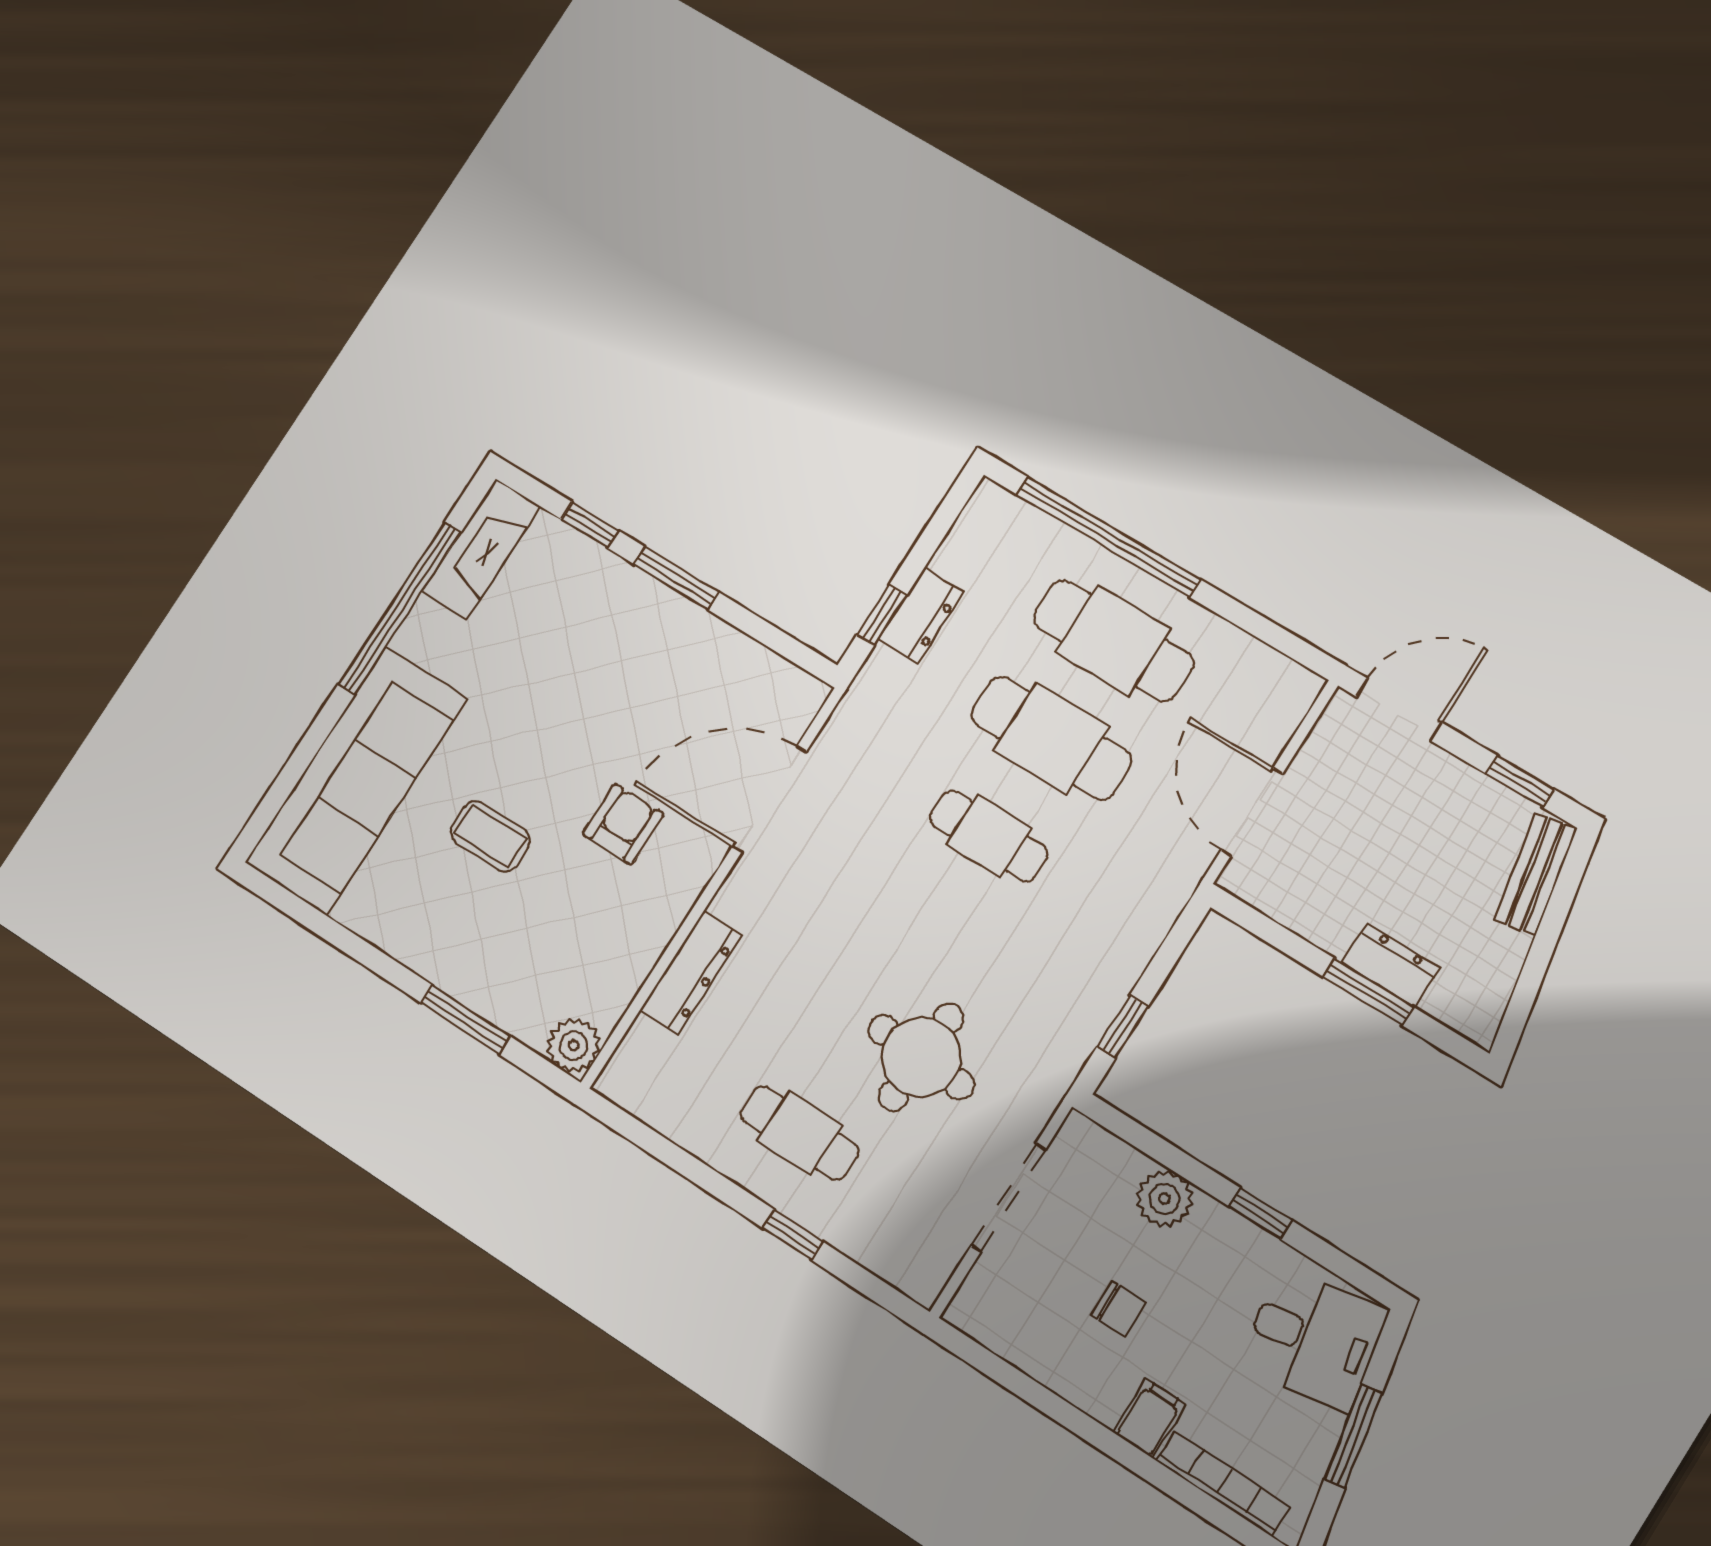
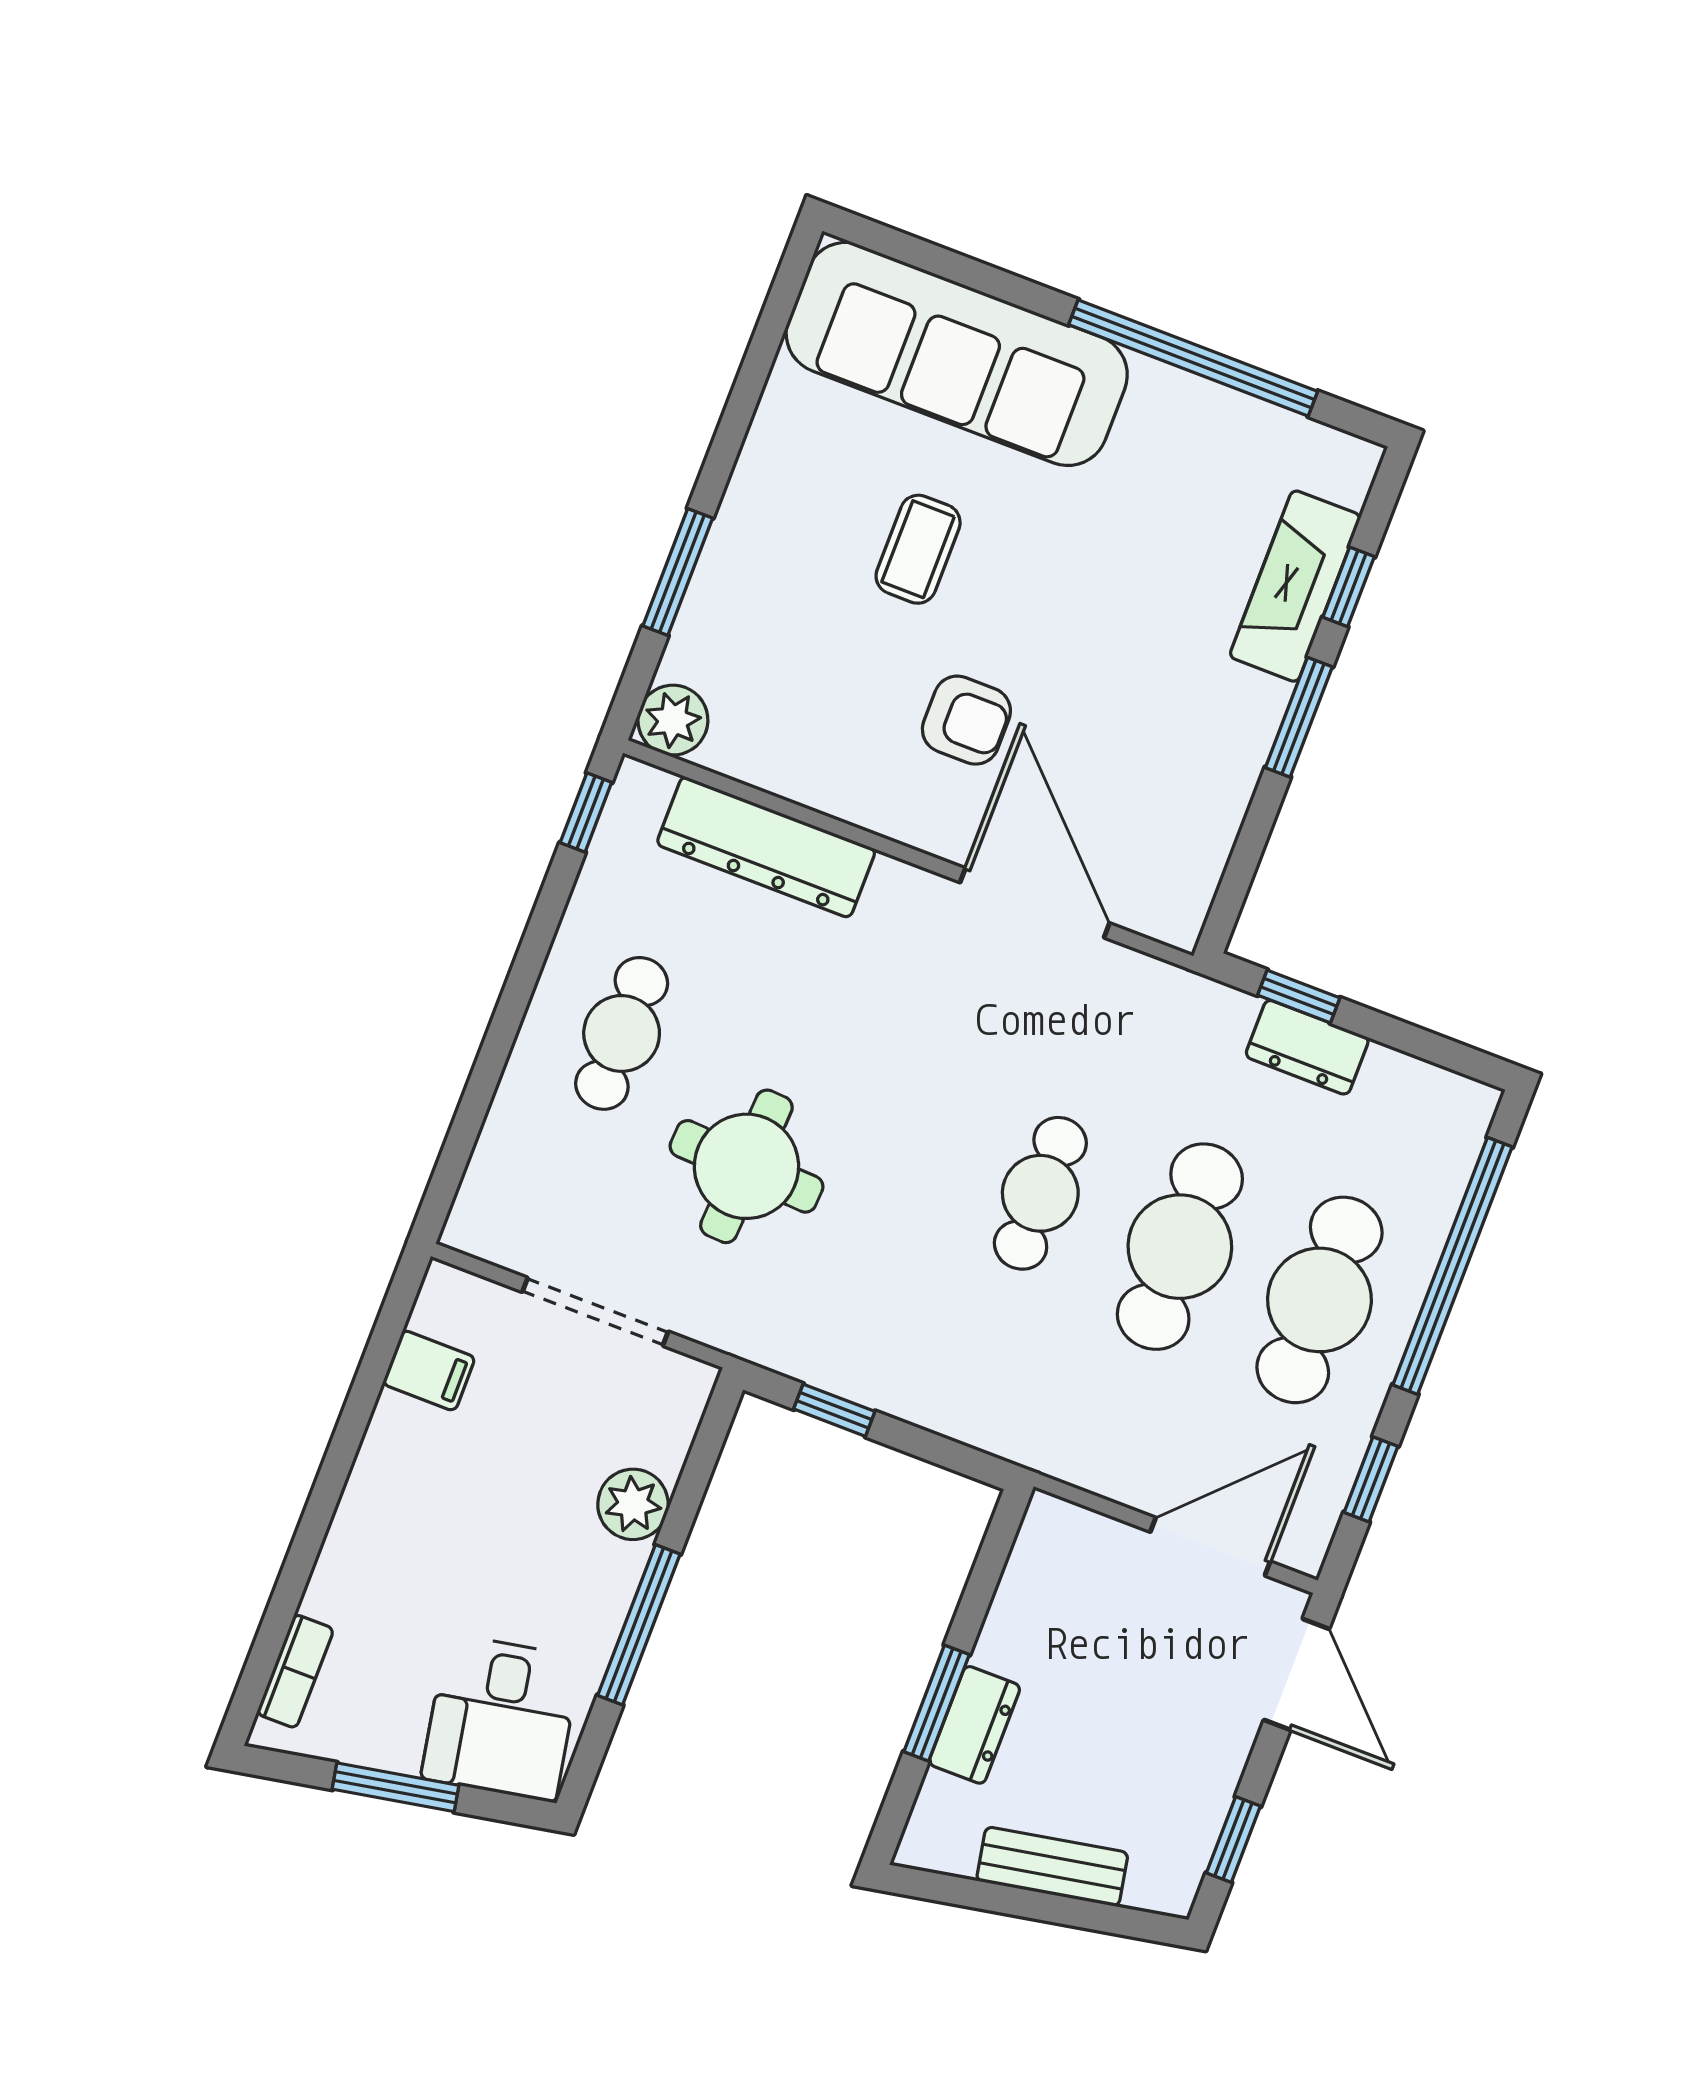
fireplace: (481, 549) -> (1295, 586), moved, turned 90
window: (1259, 626) -> (1371, 1479), added
door: (1252, 812) -> (1210, 1547), moved
bench: (1535, 874) -> (1052, 1867), moved
dresser: (691, 972) -> (766, 847), width x1.37, depth x1.24
window: (1260, 1214) -> (639, 1625), width x2.17
window: (793, 1235) -> (586, 812), moved
chair: (1118, 1309) -> (488, 1475), removed
filing cabinet: (1149, 1418) -> (429, 1371), moved
bookcase: (1223, 1484) -> (295, 1671), width x0.64

